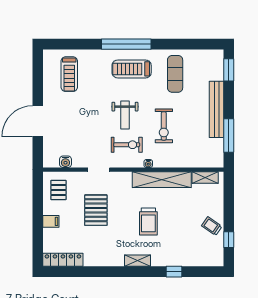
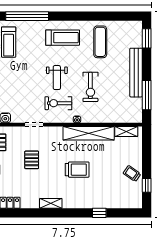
window: (126, 44) -> (27, 16), moved
treadmill: (132, 69) -> (63, 38), turned 180
exercise bike: (127, 145) -> (58, 103), turned 180
pallet: (96, 210) -> (32, 160), width x0.67, depth x0.71
trolley: (148, 221) -> (77, 170), turned -90
shelving: (137, 261) -> (51, 203), moved

